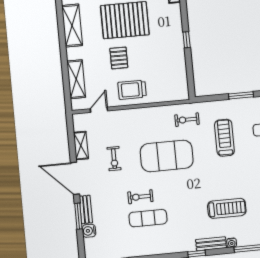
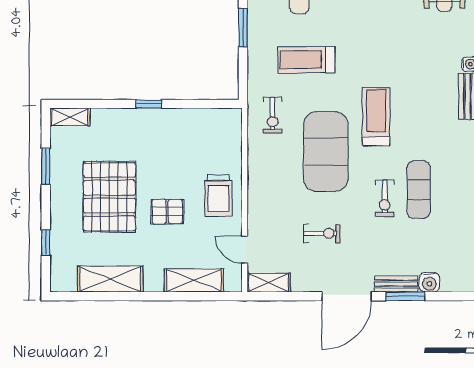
shelving: (81, 146) -> (269, 282), moved
treadmill: (227, 208) -> (376, 117), moved

